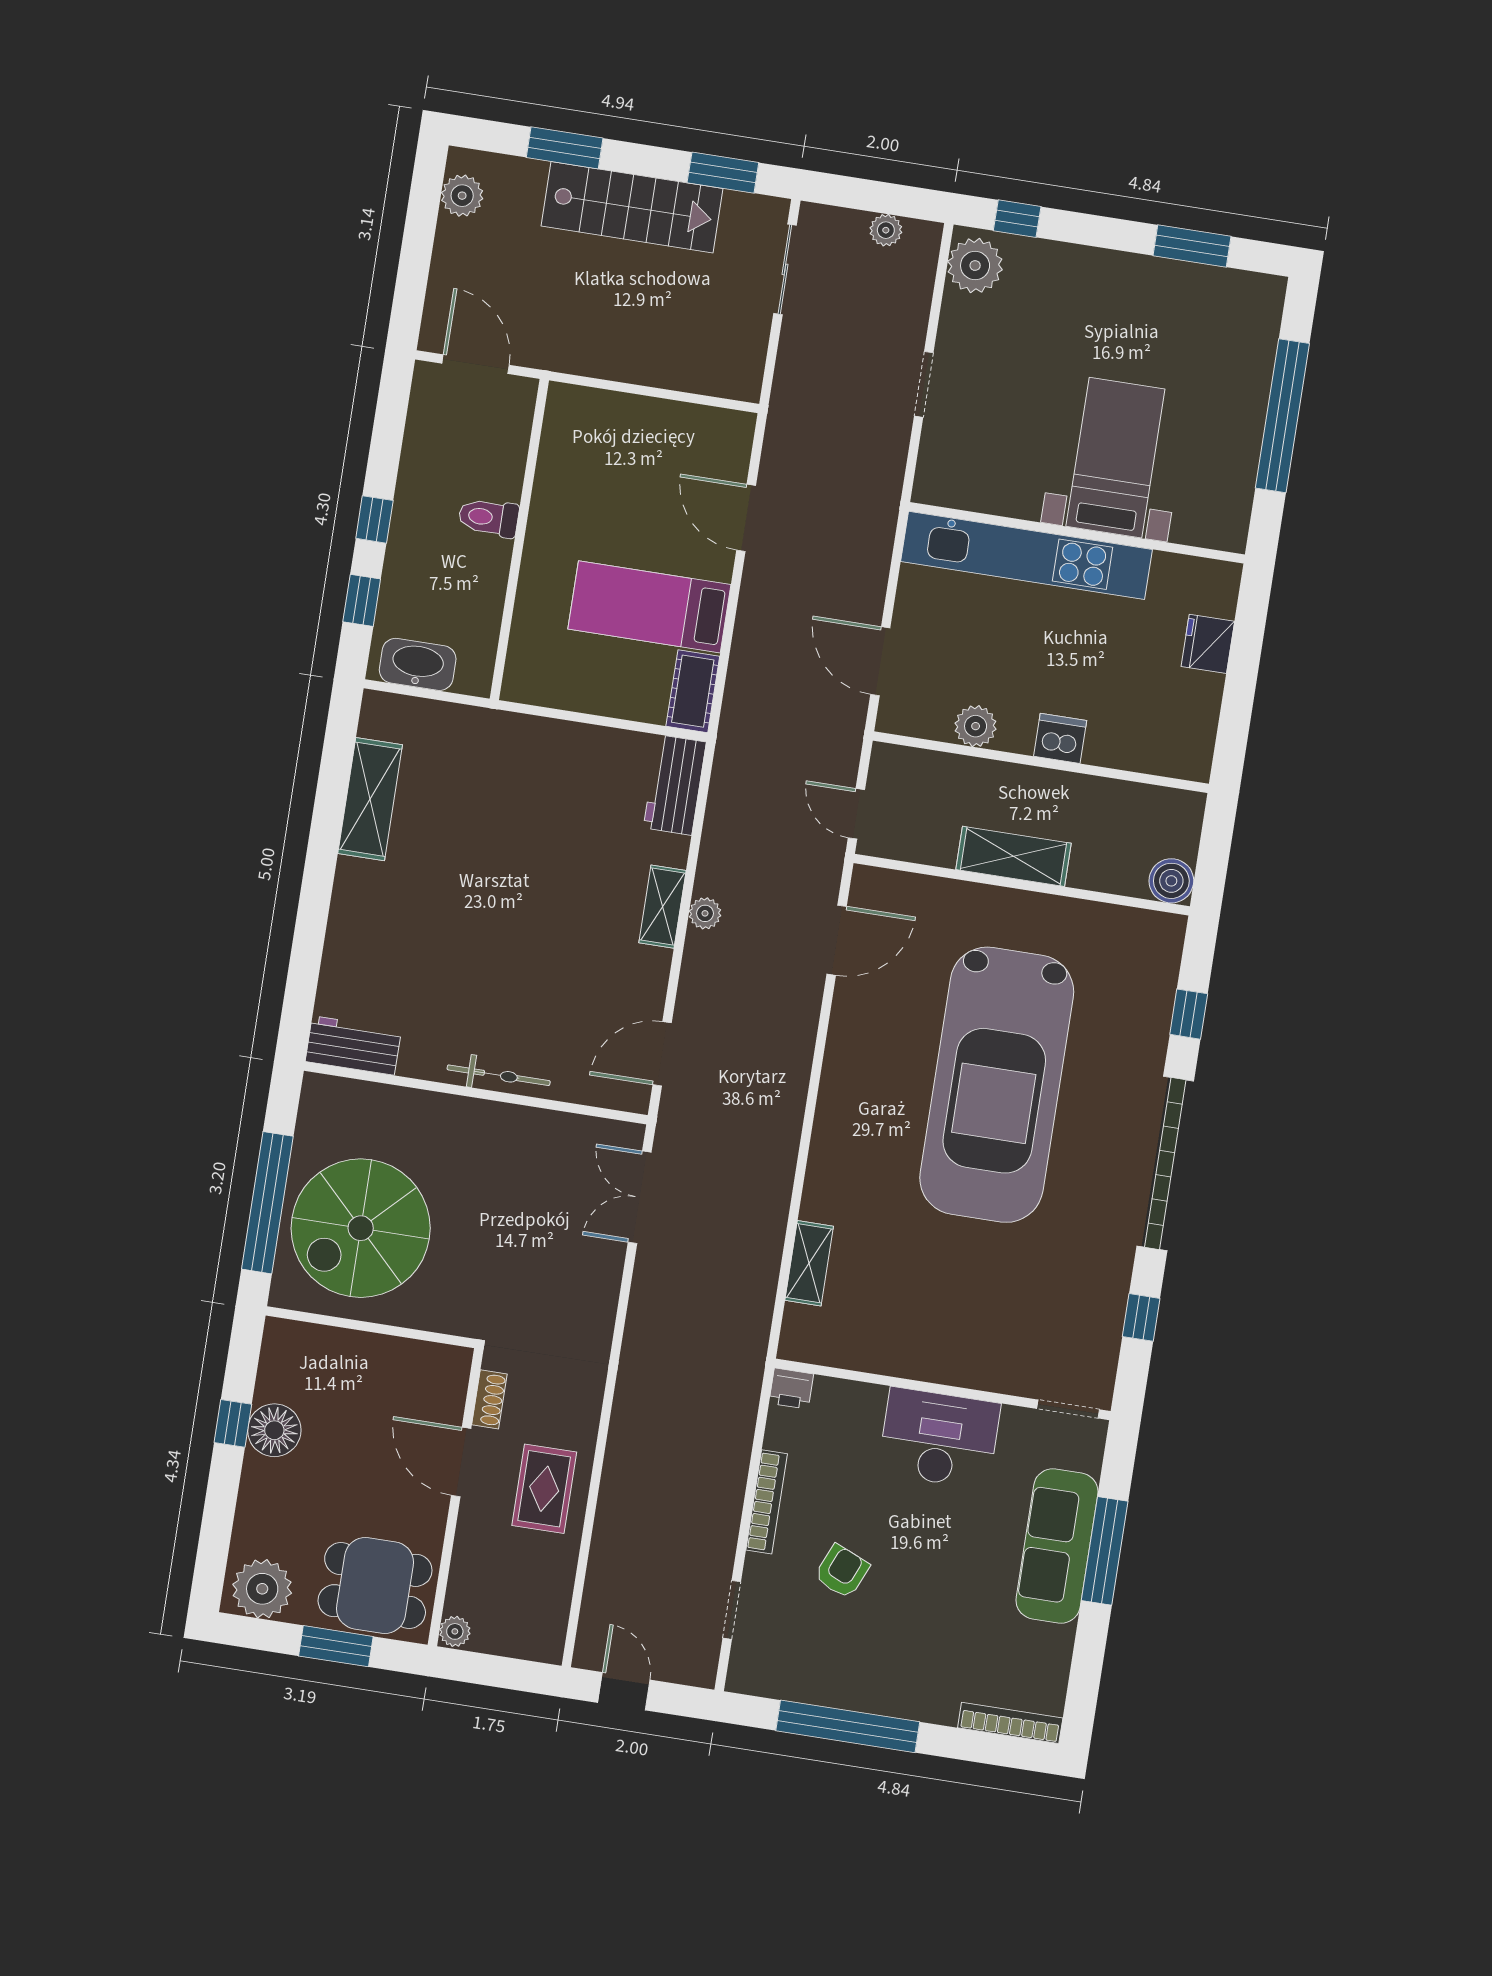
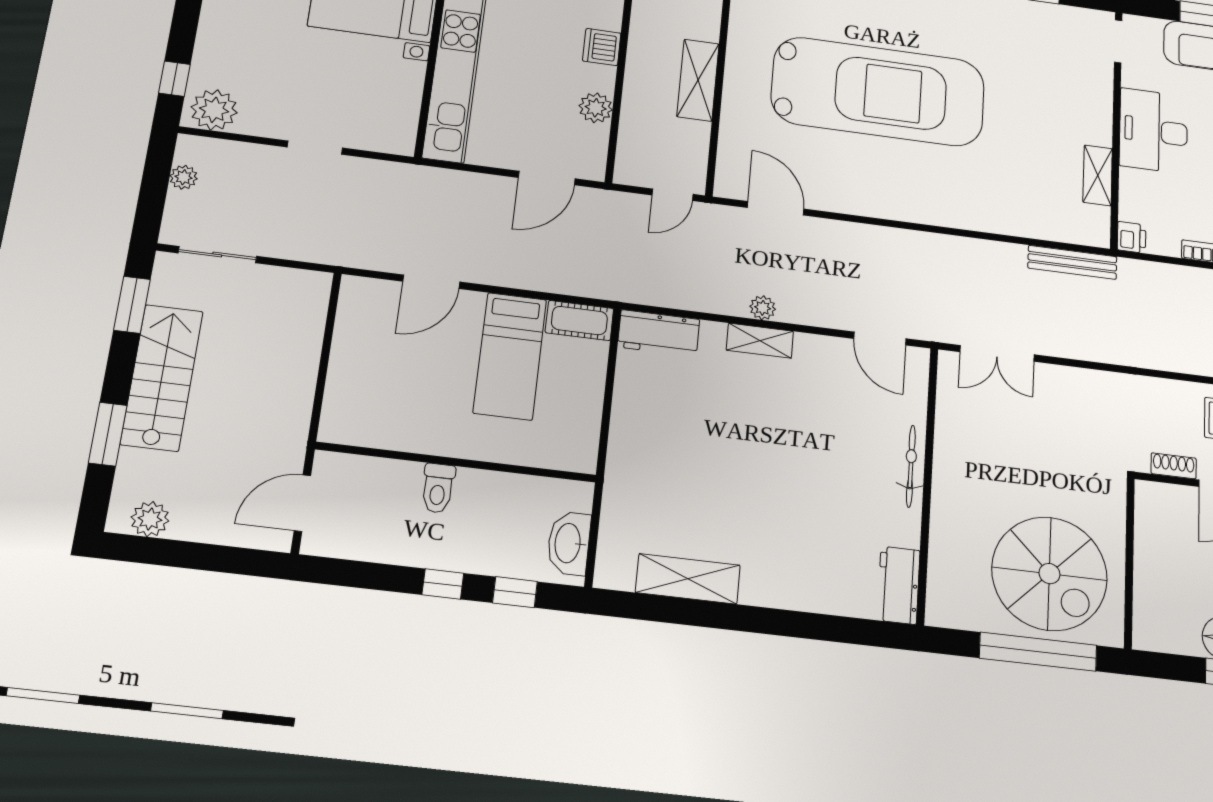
shelving: (809, 1263) -> (1098, 175), moved, turned 90
bench: (758, 1308) -> (1072, 262), added

